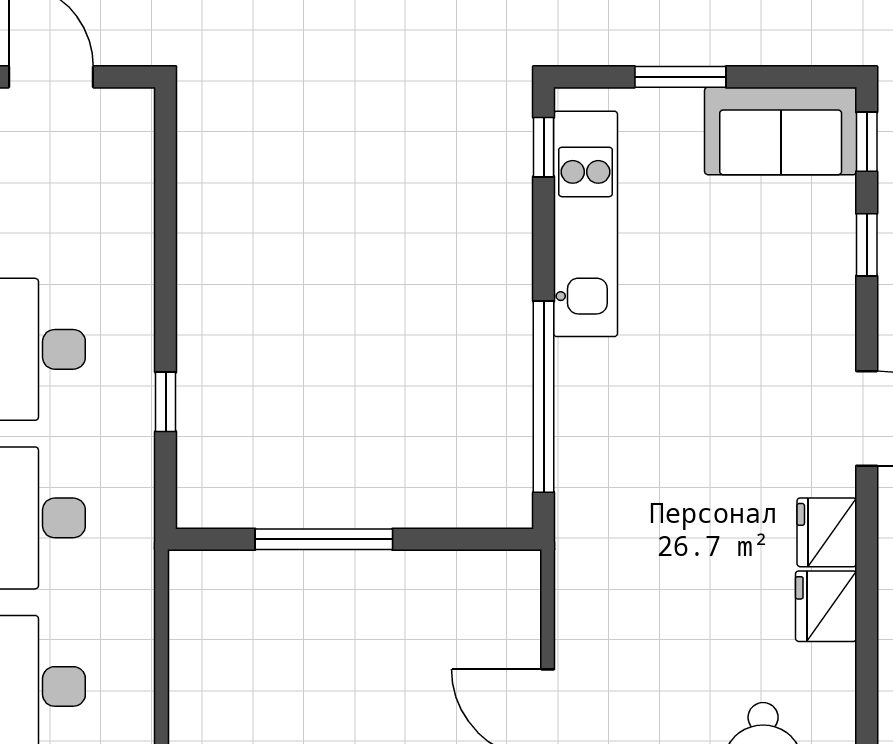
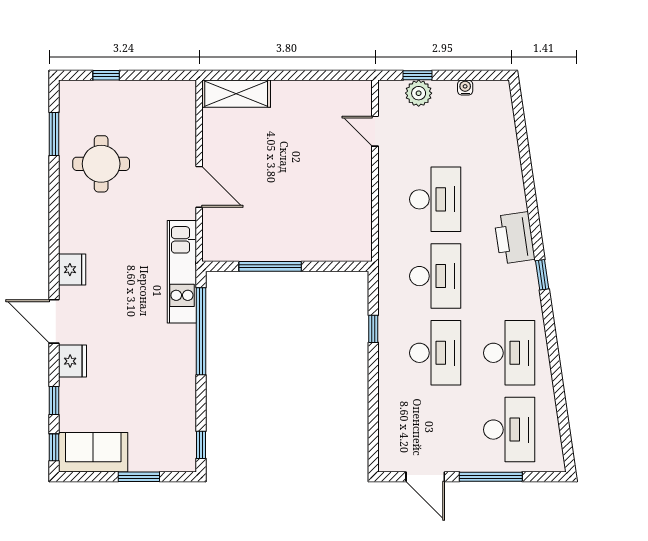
kitchen unit: (586, 224) -> (182, 272), moved
window: (324, 539) -> (270, 266), moved
fridge: (826, 606) -> (72, 361), moved

